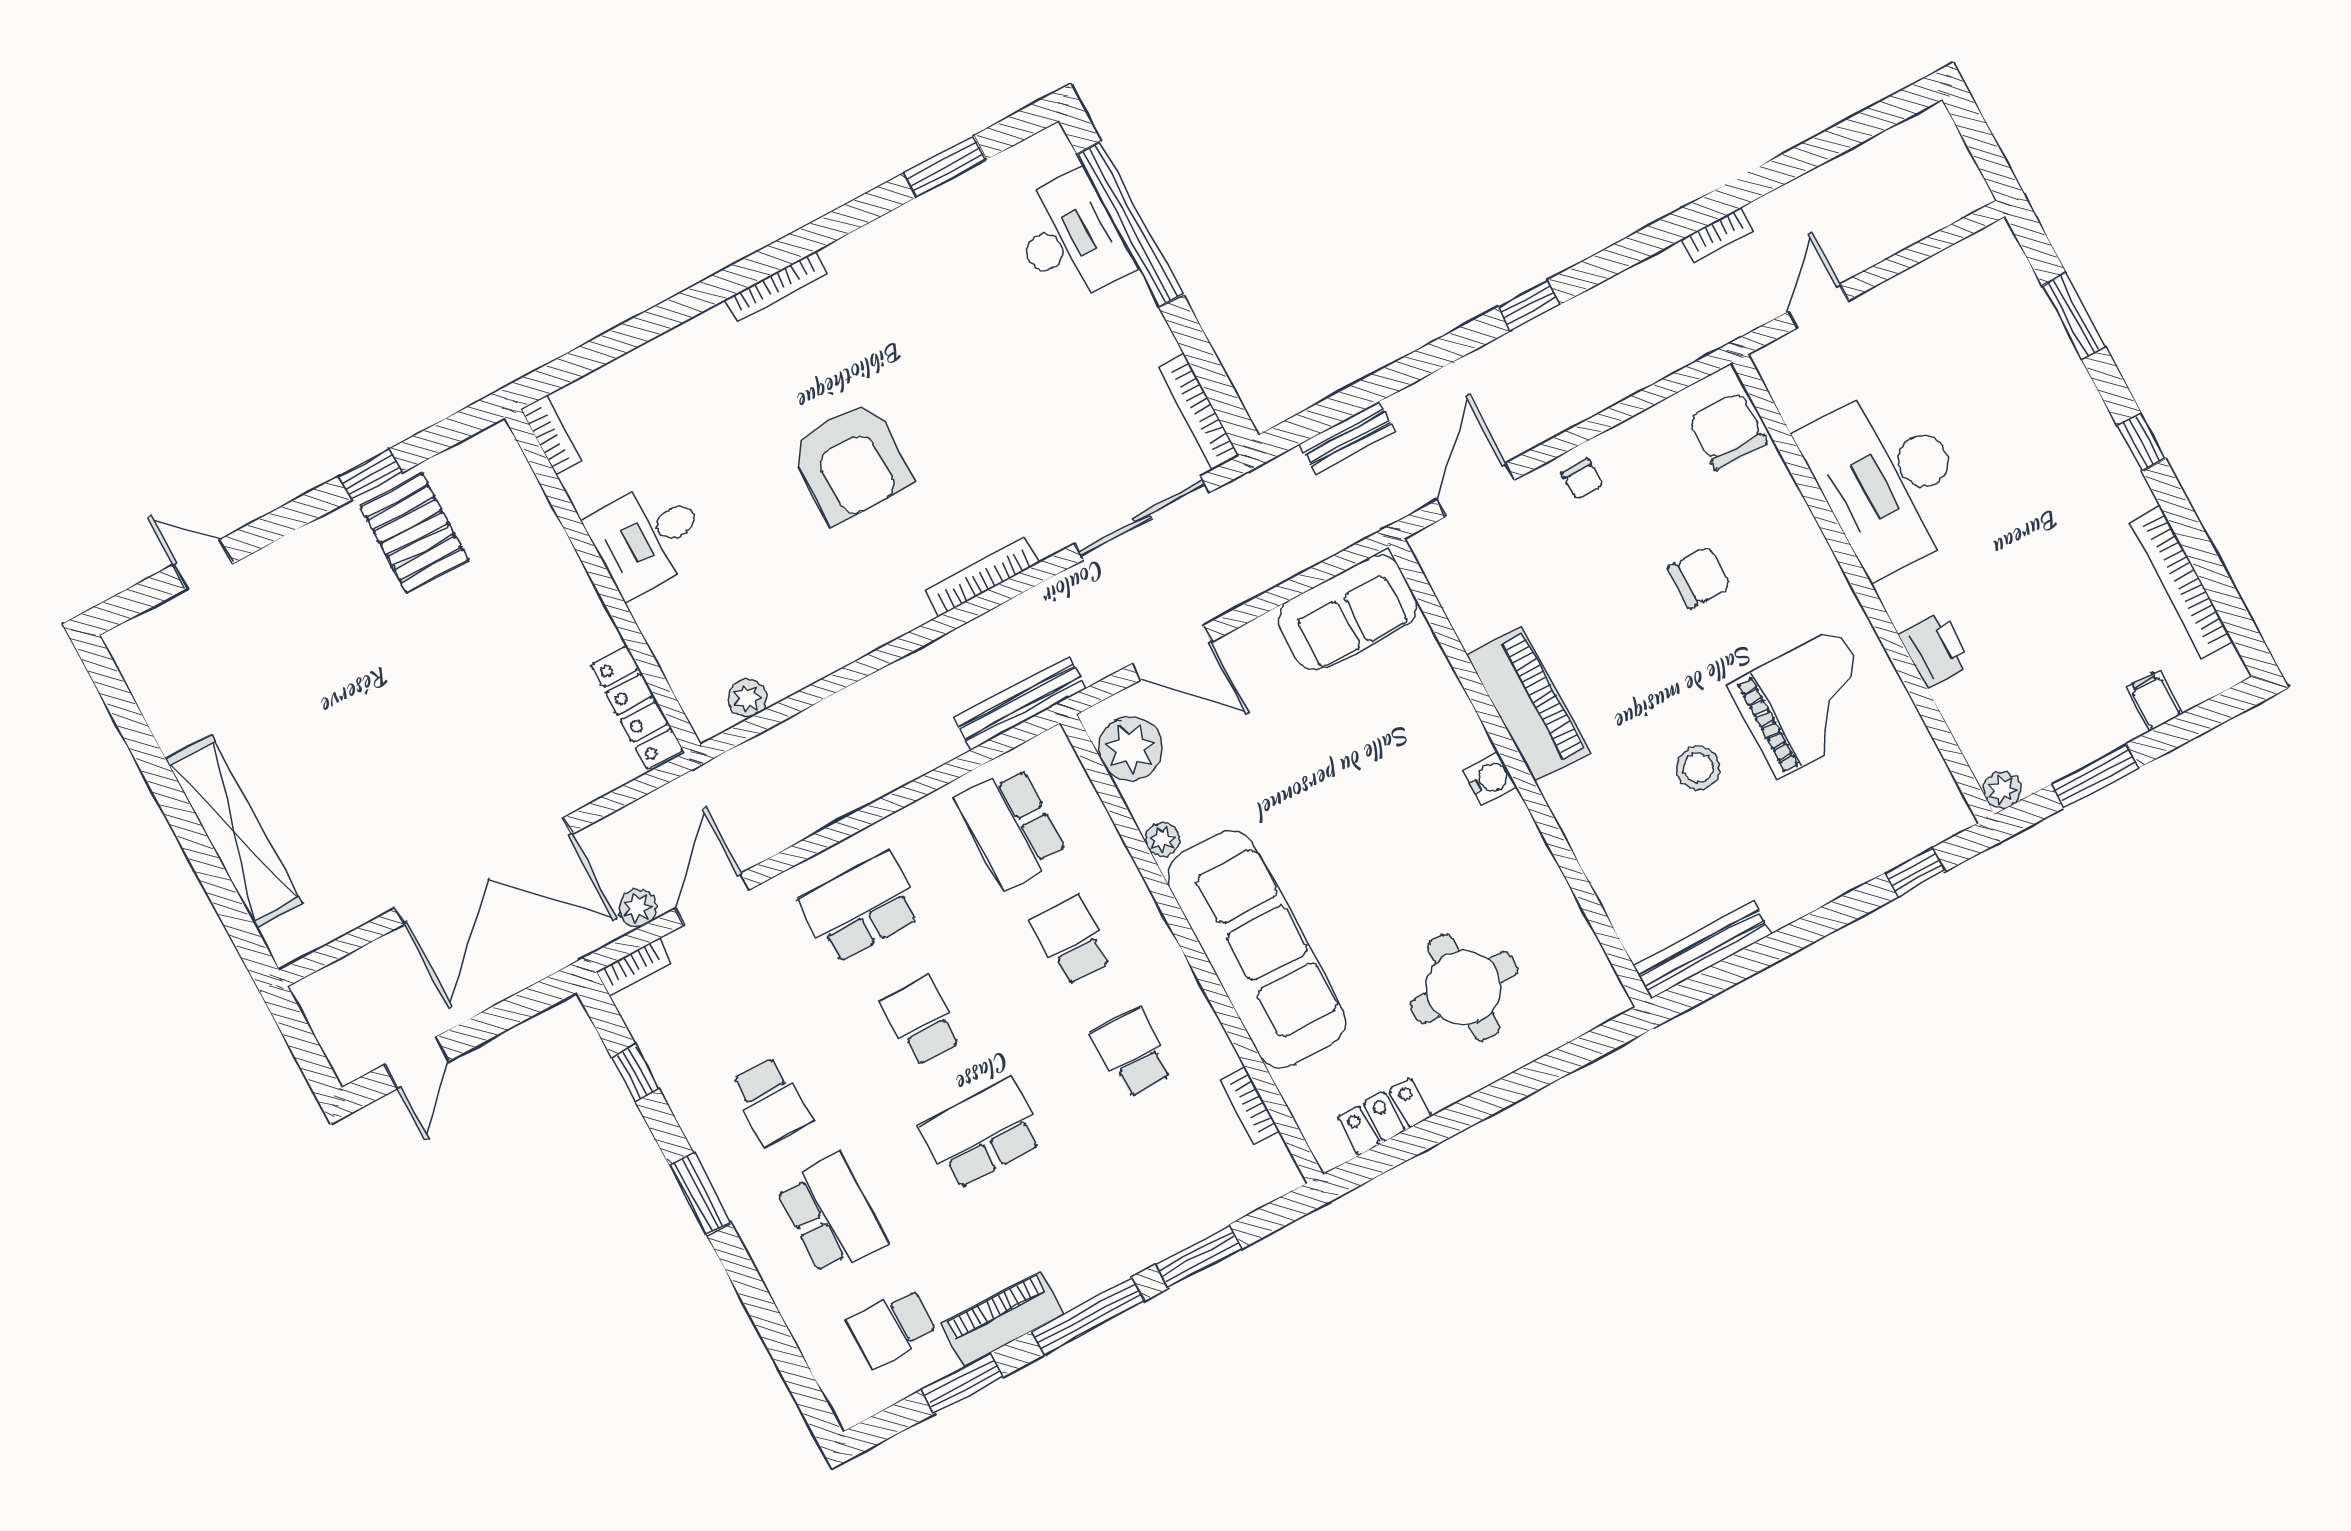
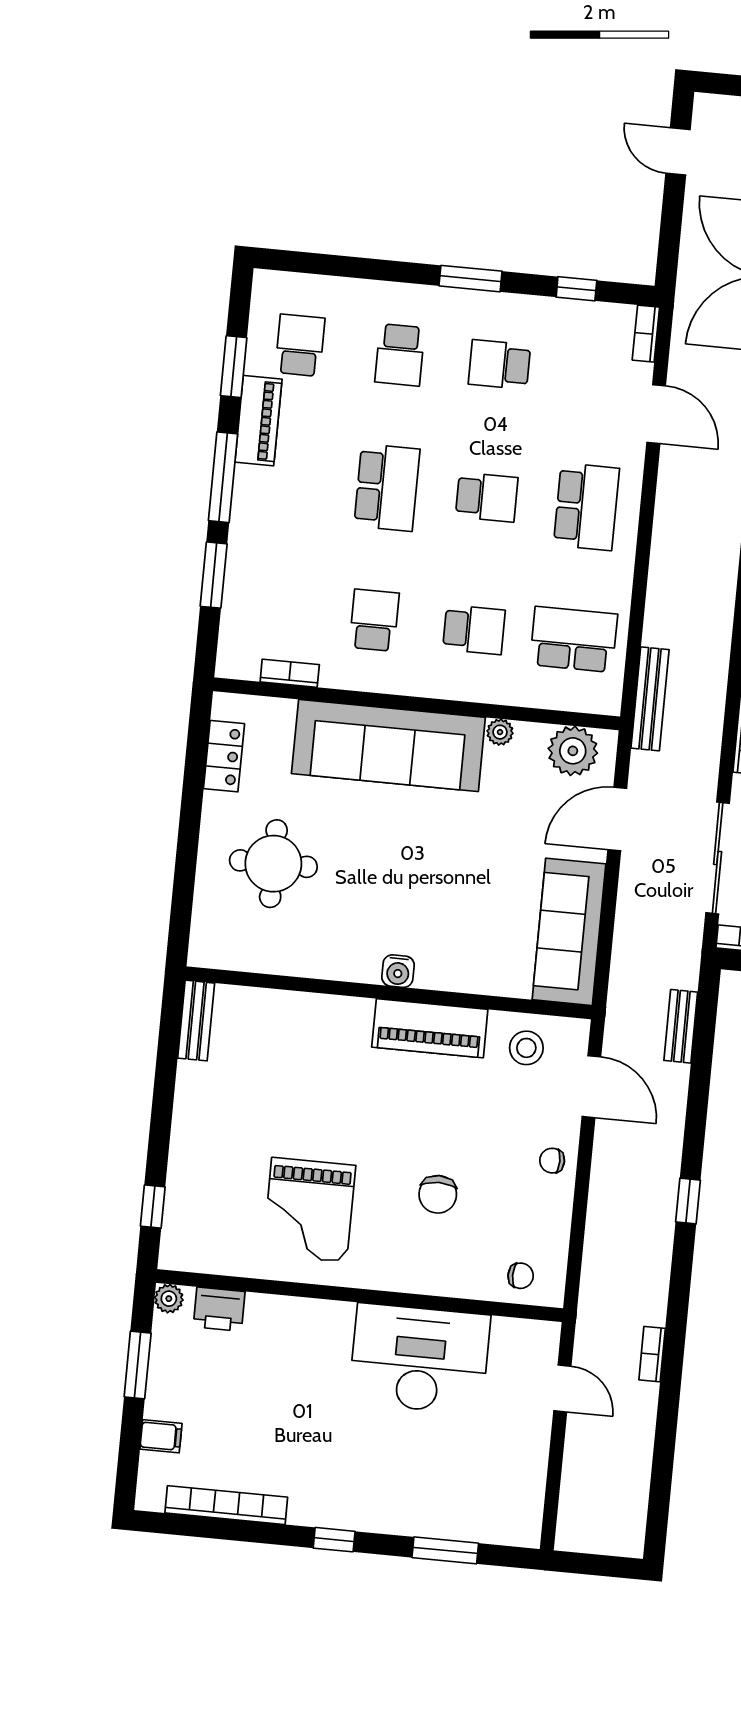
chair: (1727, 431) -> (521, 1276), width x0.54, depth x0.54
sofa: (1348, 613) -> (569, 932), width x1.36
printer: (1935, 649) -> (219, 1309), moved
stool: (1698, 768) -> (526, 1048), moved
plant: (638, 908) -> (683, 362), removed
bench: (1702, 950) -> (196, 1021), width x0.73
school desk: (1133, 1053) -> (374, 620), turned -90
school desk: (832, 1215) -> (400, 355), width x0.54

